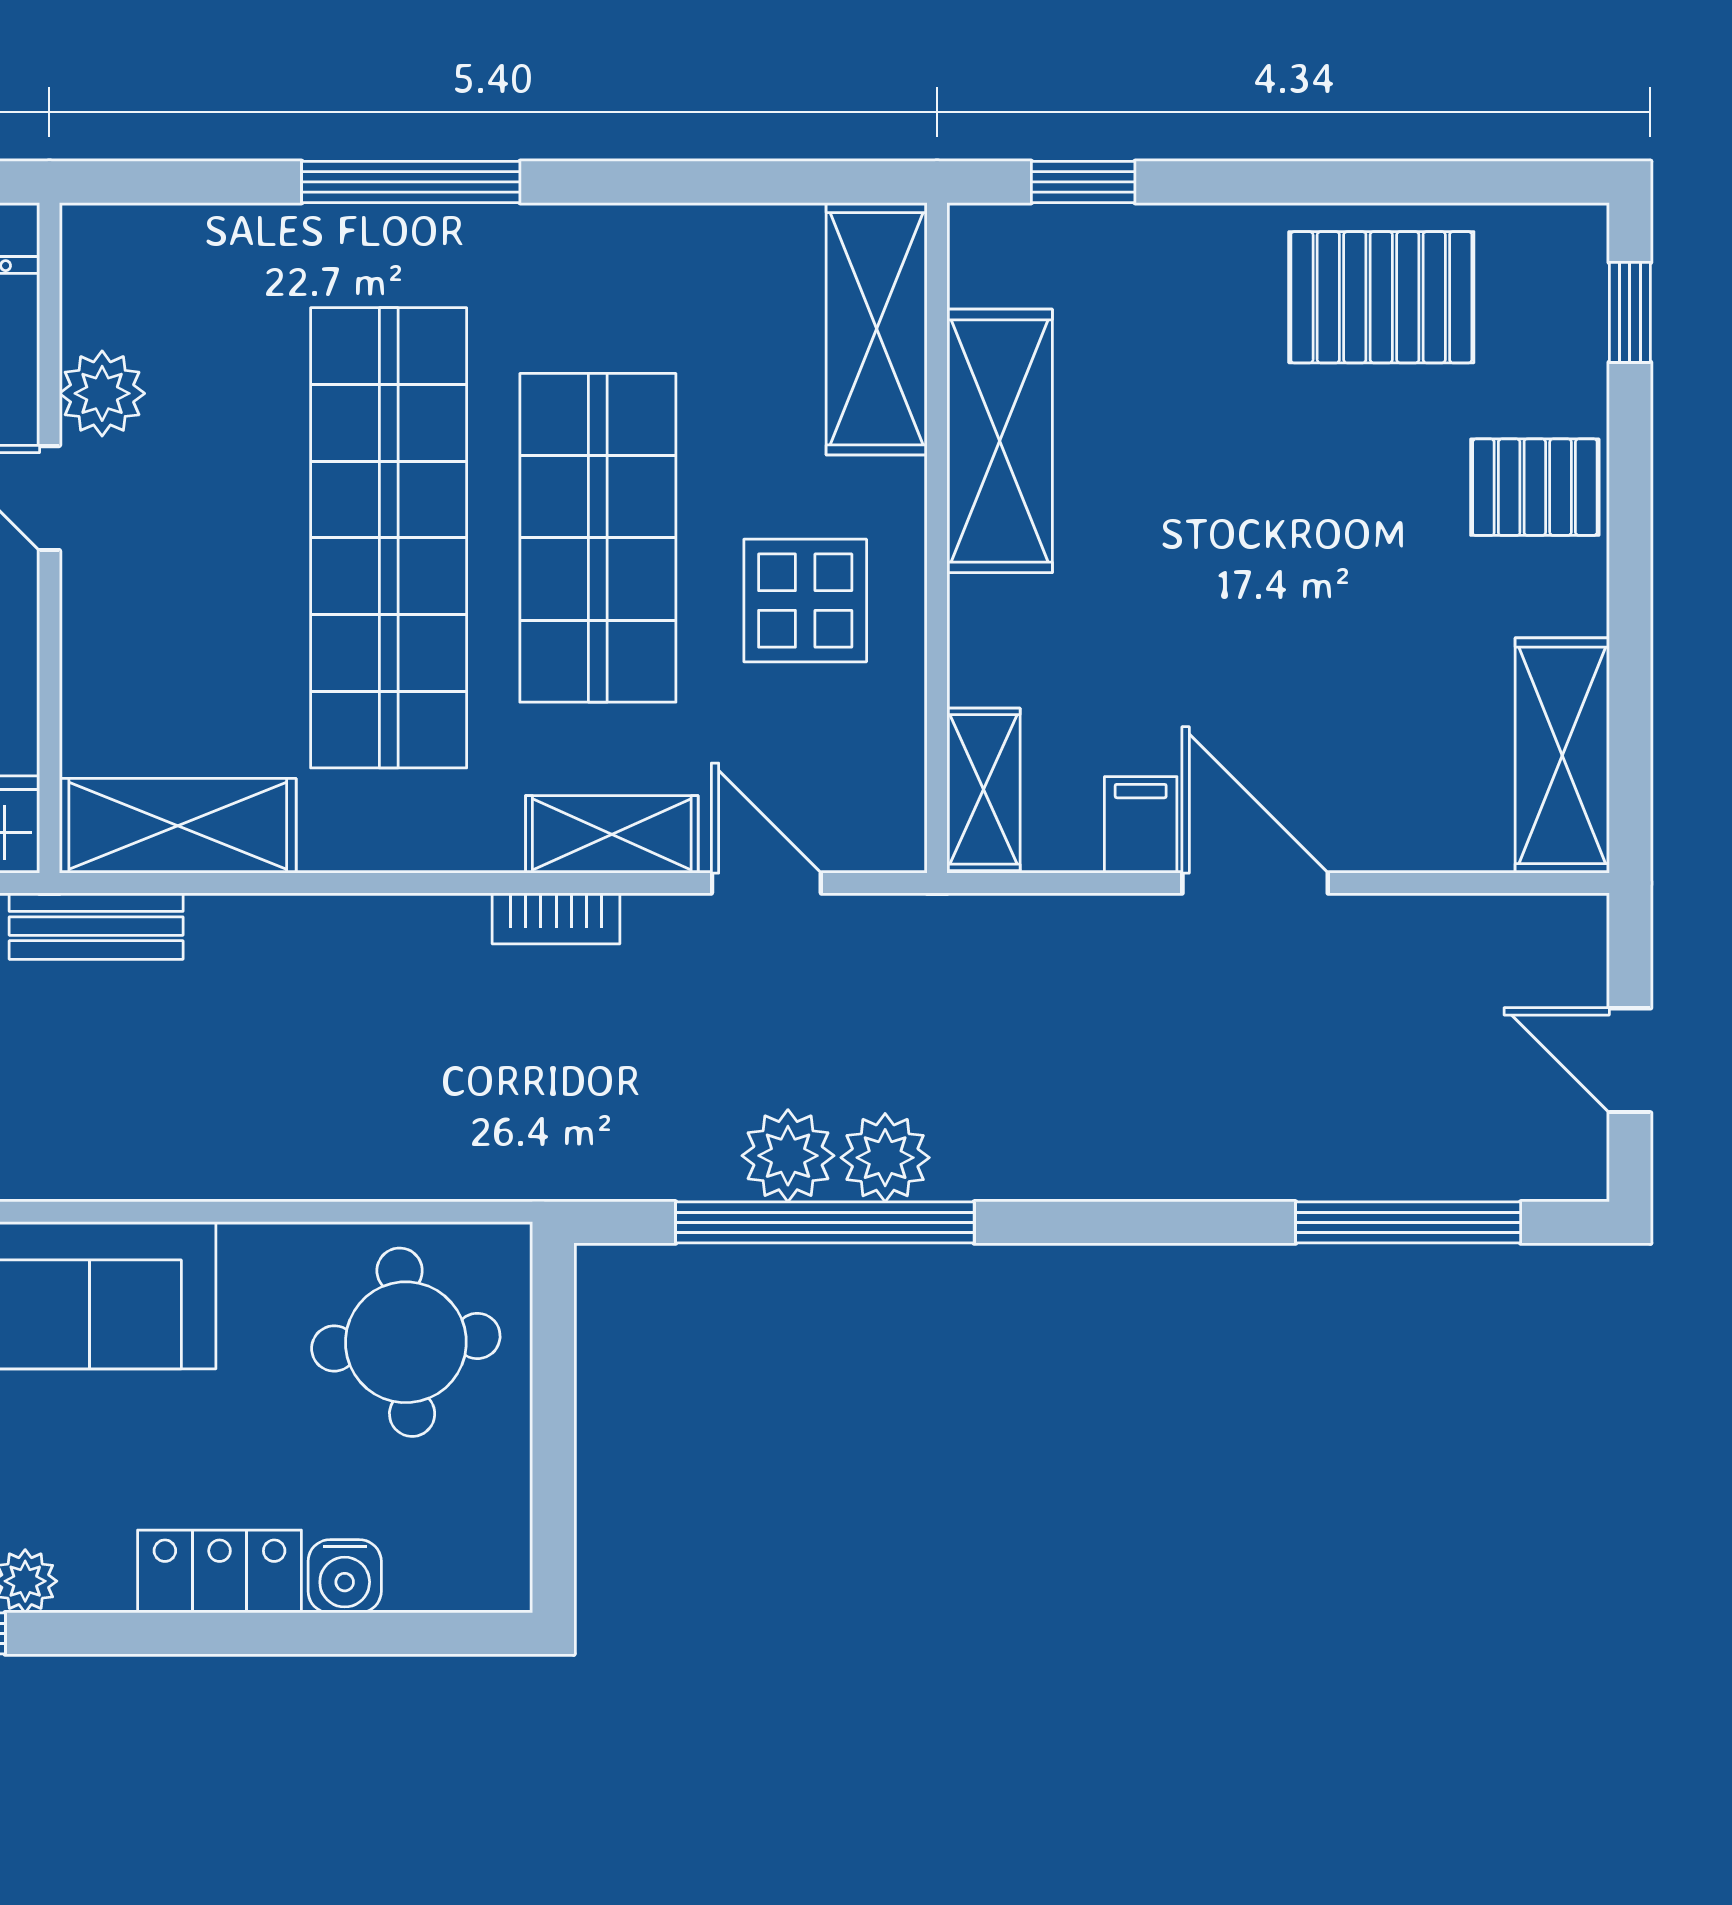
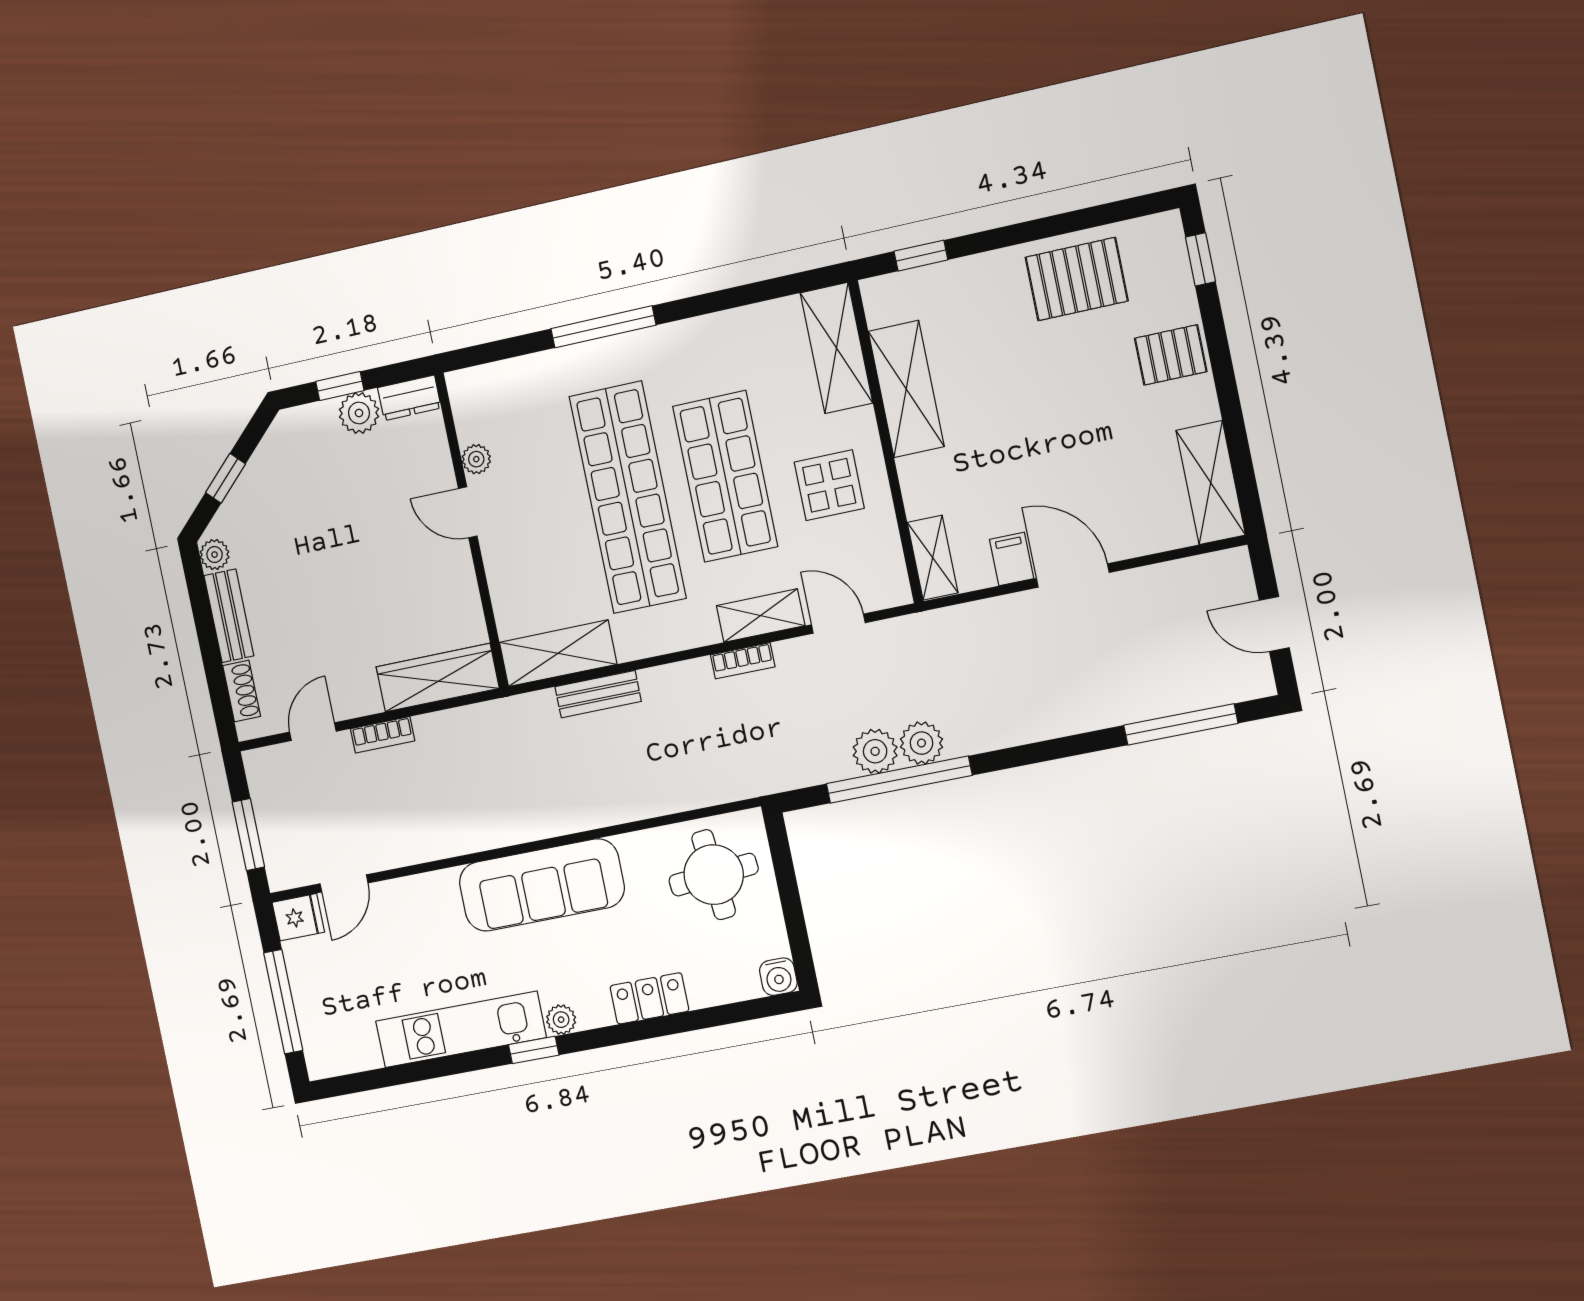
plant: (102, 393) -> (476, 459), width x0.73, depth x0.73
bench: (96, 926) -> (598, 694), moved
water cooler: (345, 1576) -> (778, 977), moved

